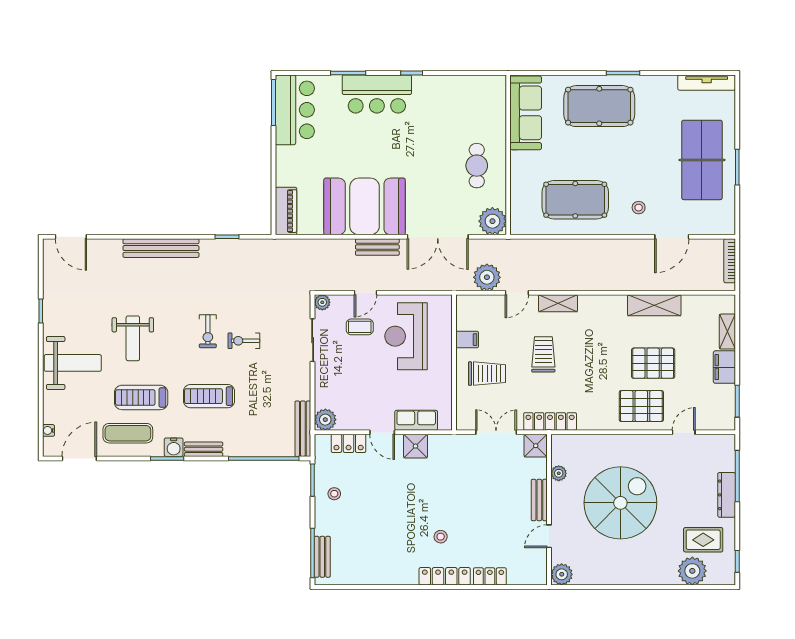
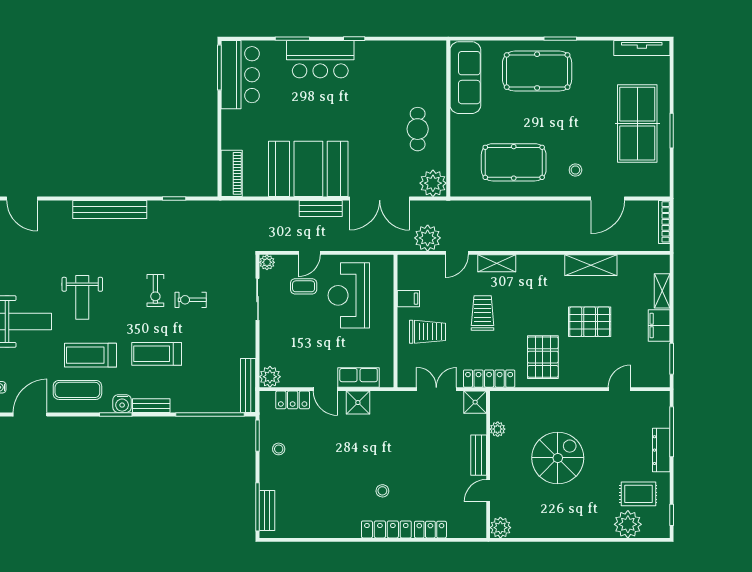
pallet: (641, 406) -> (543, 357), moved, turned 90
spiral stairs: (620, 503) -> (558, 458), width x0.73, depth x0.73

